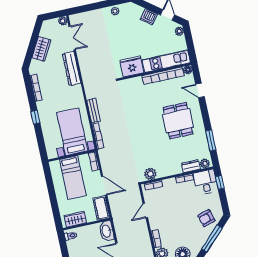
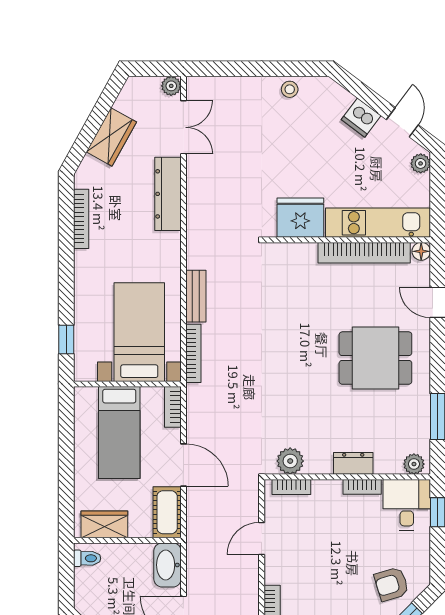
window: (35, 117) -> (66, 339), moved
dining table: (178, 121) -> (375, 358), turned 90
dresser: (191, 166) -> (353, 463), moved

